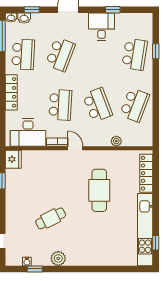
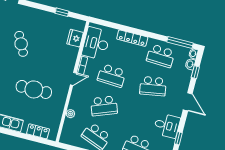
school desk: (60, 54) -> (153, 86), turned -30
fridge: (13, 159) -> (75, 38), moved, turned 90
locker: (146, 173) -> (38, 131), width x0.66

